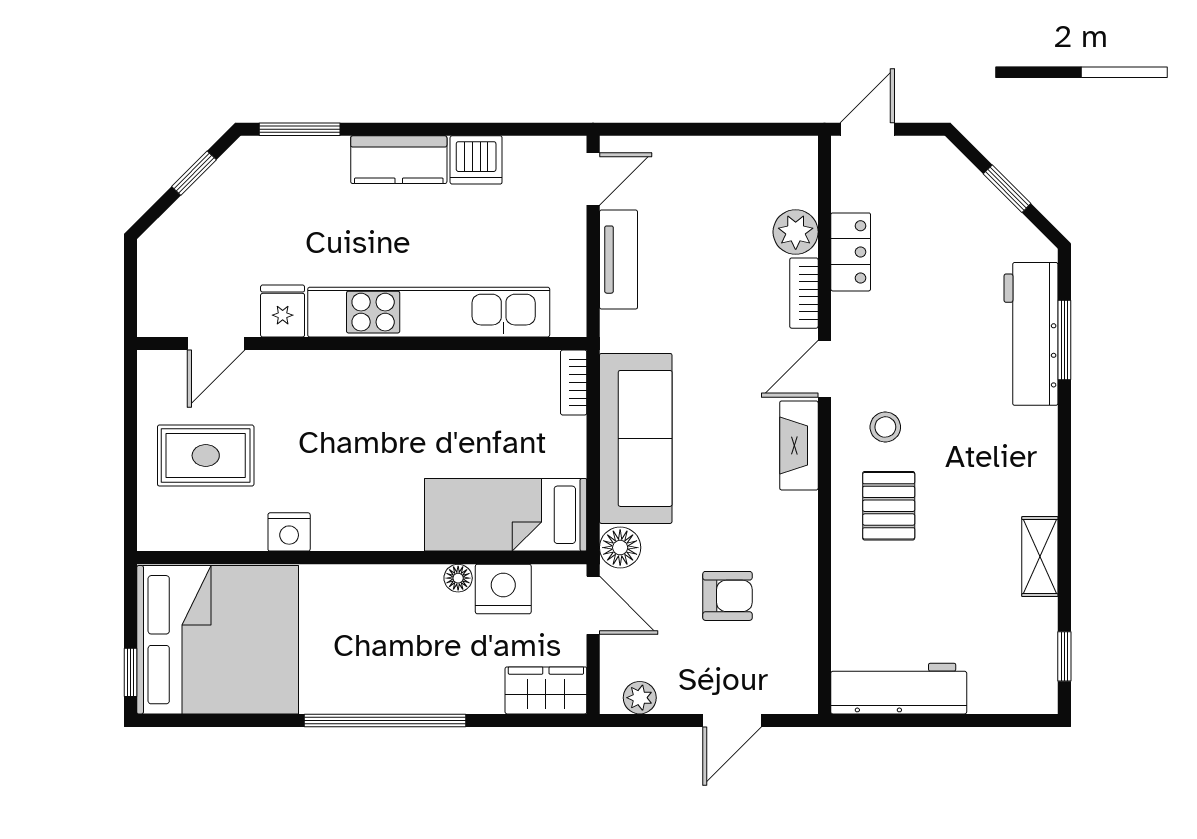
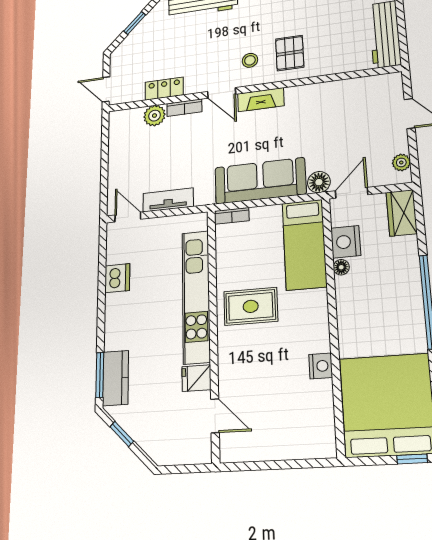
kitchen counter: (399, 160) -> (116, 378), moved
rug: (206, 456) -> (251, 306), moved, turned 90
pallet: (889, 506) -> (290, 53), turned 90
armchair: (727, 596) -> (342, 124), removed

